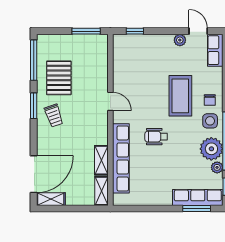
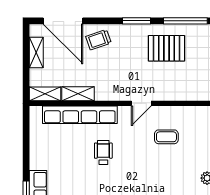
coffee table: (180, 96) -> (166, 137), moved, width x0.54, depth x0.58
trolley: (54, 116) -> (98, 40), moved
shelving: (51, 199) -> (36, 53), moved

